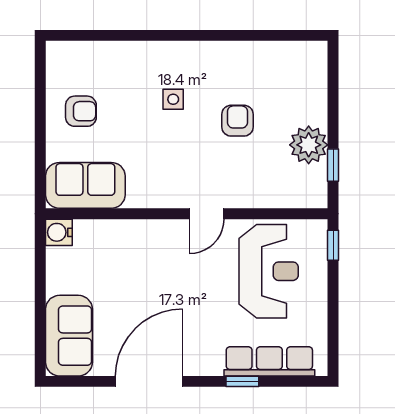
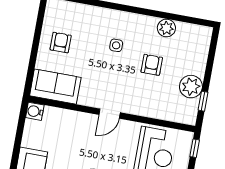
plant: (251, 56) -> (166, 28), added
armchair: (81, 111) -> (61, 43), turned -90
door: (207, 214) -> (110, 114), moved

